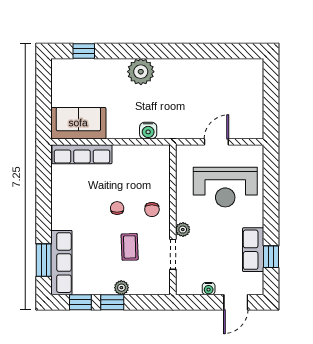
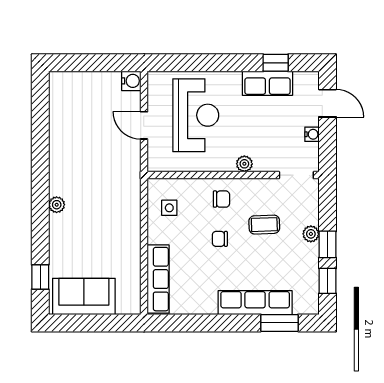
plant: (141, 72) -> (57, 205), width x0.53, depth x0.53
sofa: (78, 123) -> (84, 296), moved, turned 90
water cooler: (148, 131) -> (131, 81), moved
side table: (144, 164) -> (169, 208), added
doorway: (173, 254) -> (296, 175), moved
row of seats: (61, 263) -> (255, 303), moved

